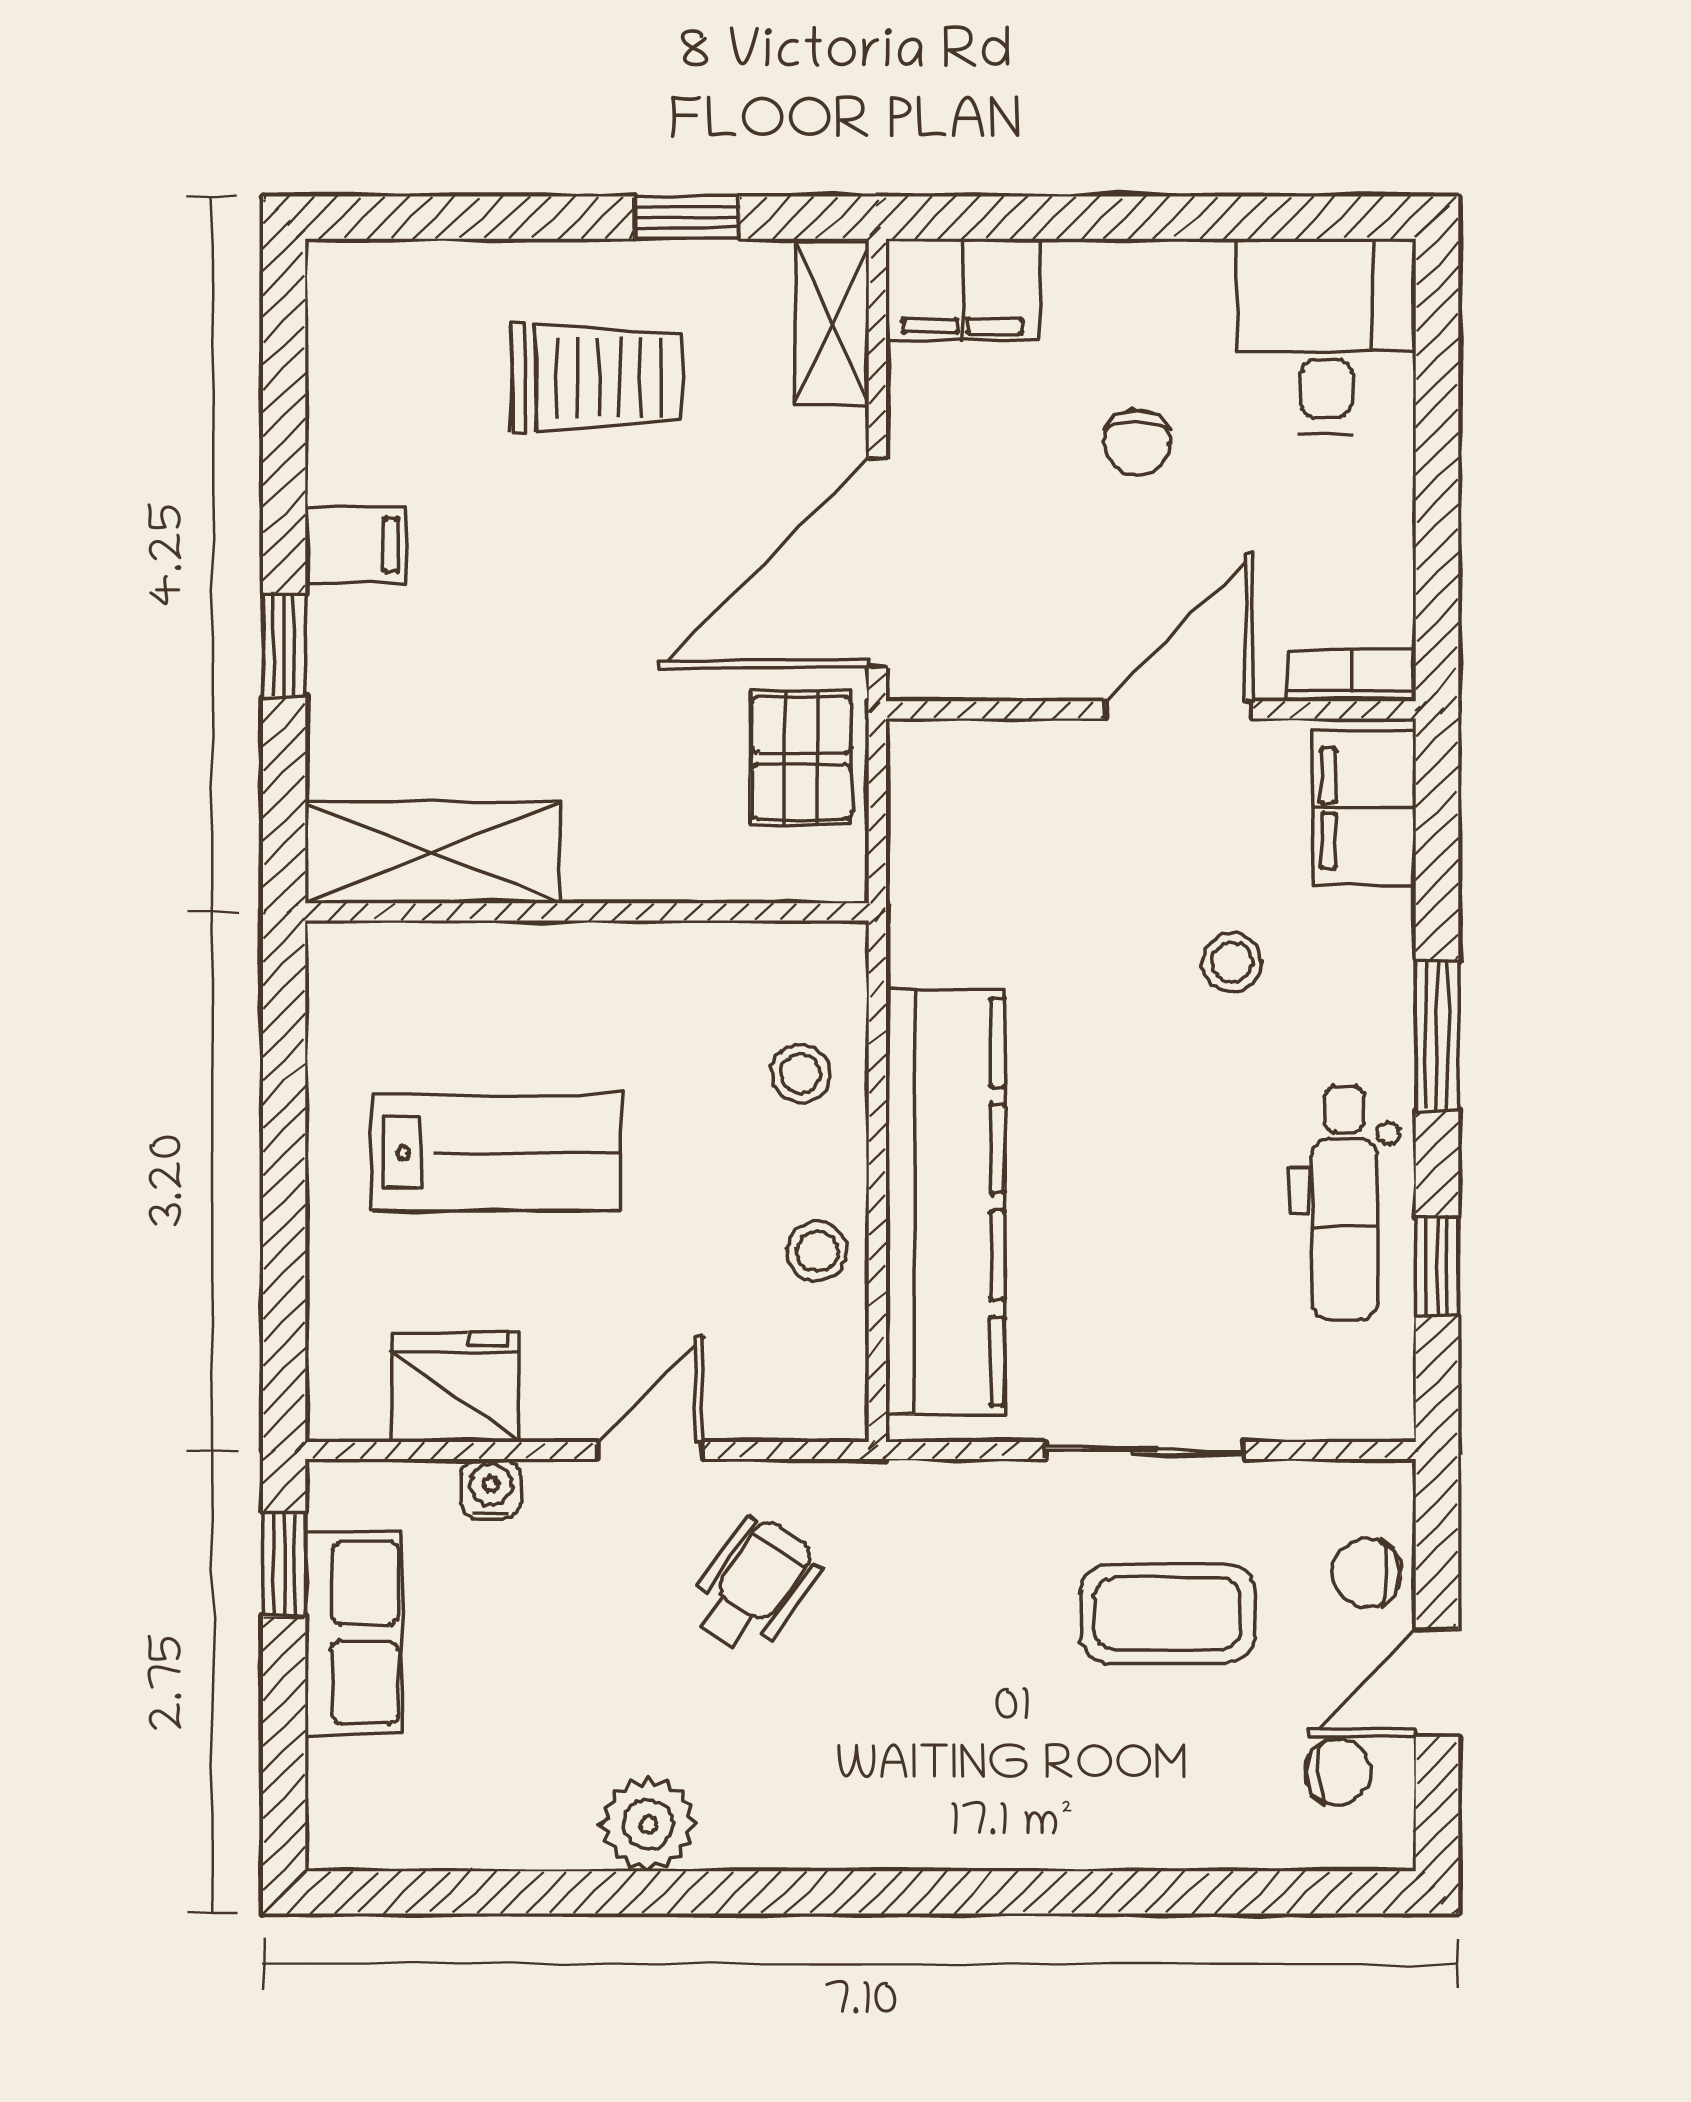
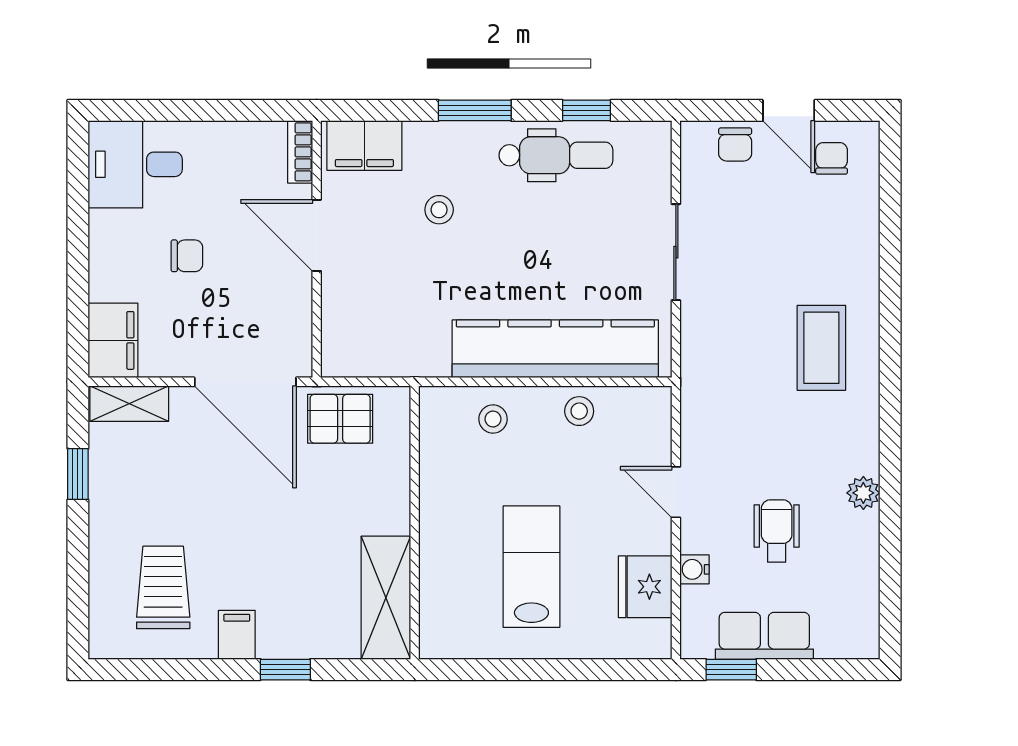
trolley: (597, 377) -> (163, 587), moved
wheelchair: (754, 1586) -> (777, 531), moved, turned 54
coffee table: (1168, 1614) -> (821, 348), moved
plant: (648, 1824) -> (863, 493), width x0.73, depth x0.73

